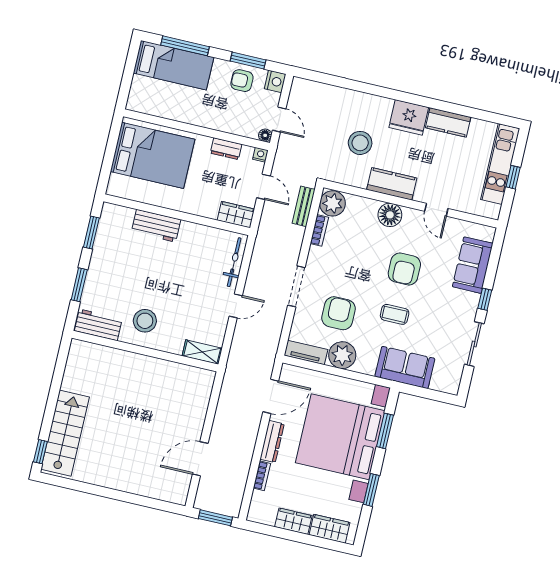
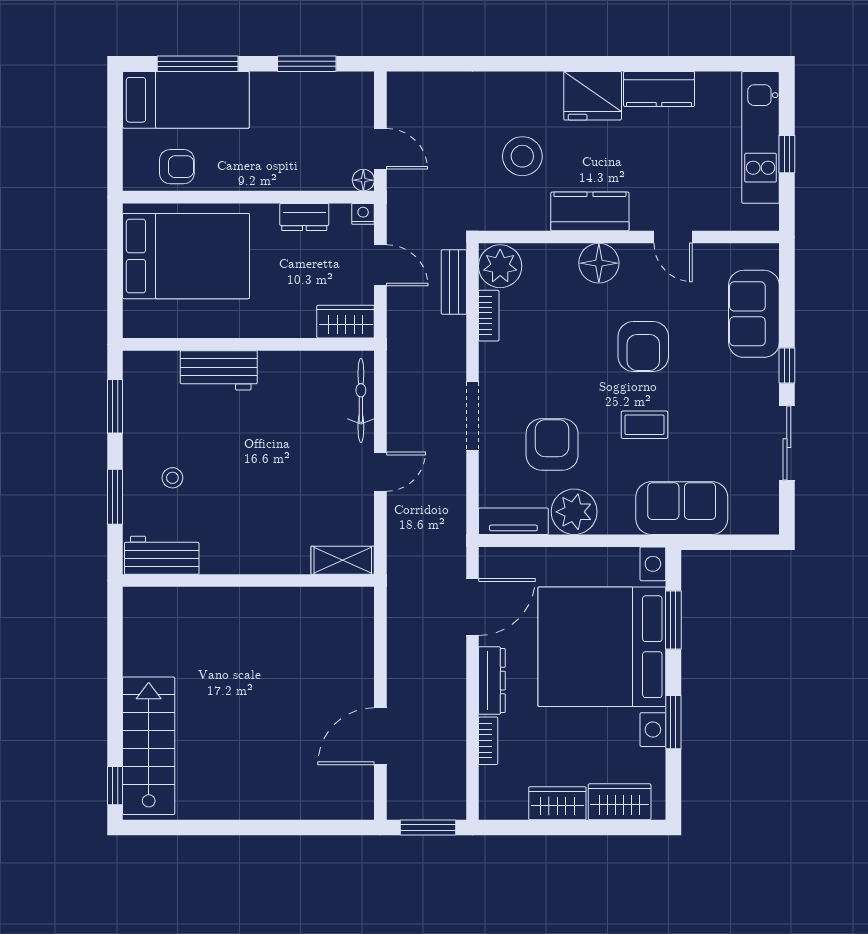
armchair: (242, 81) -> (177, 167), moved, turned 180
nightstand: (275, 81) -> (359, 88), removed
stool: (145, 321) -> (172, 478), moved, width x0.53, depth x0.53

